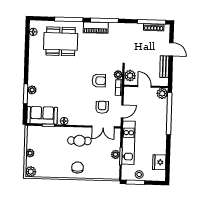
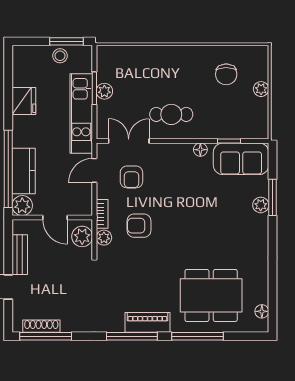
kitchen counter: (161, 112) -> (24, 171), added
fridge: (159, 162) -> (24, 101), moved
chair: (78, 167) -> (226, 74), moved
plant: (31, 172) -> (259, 55), removed

